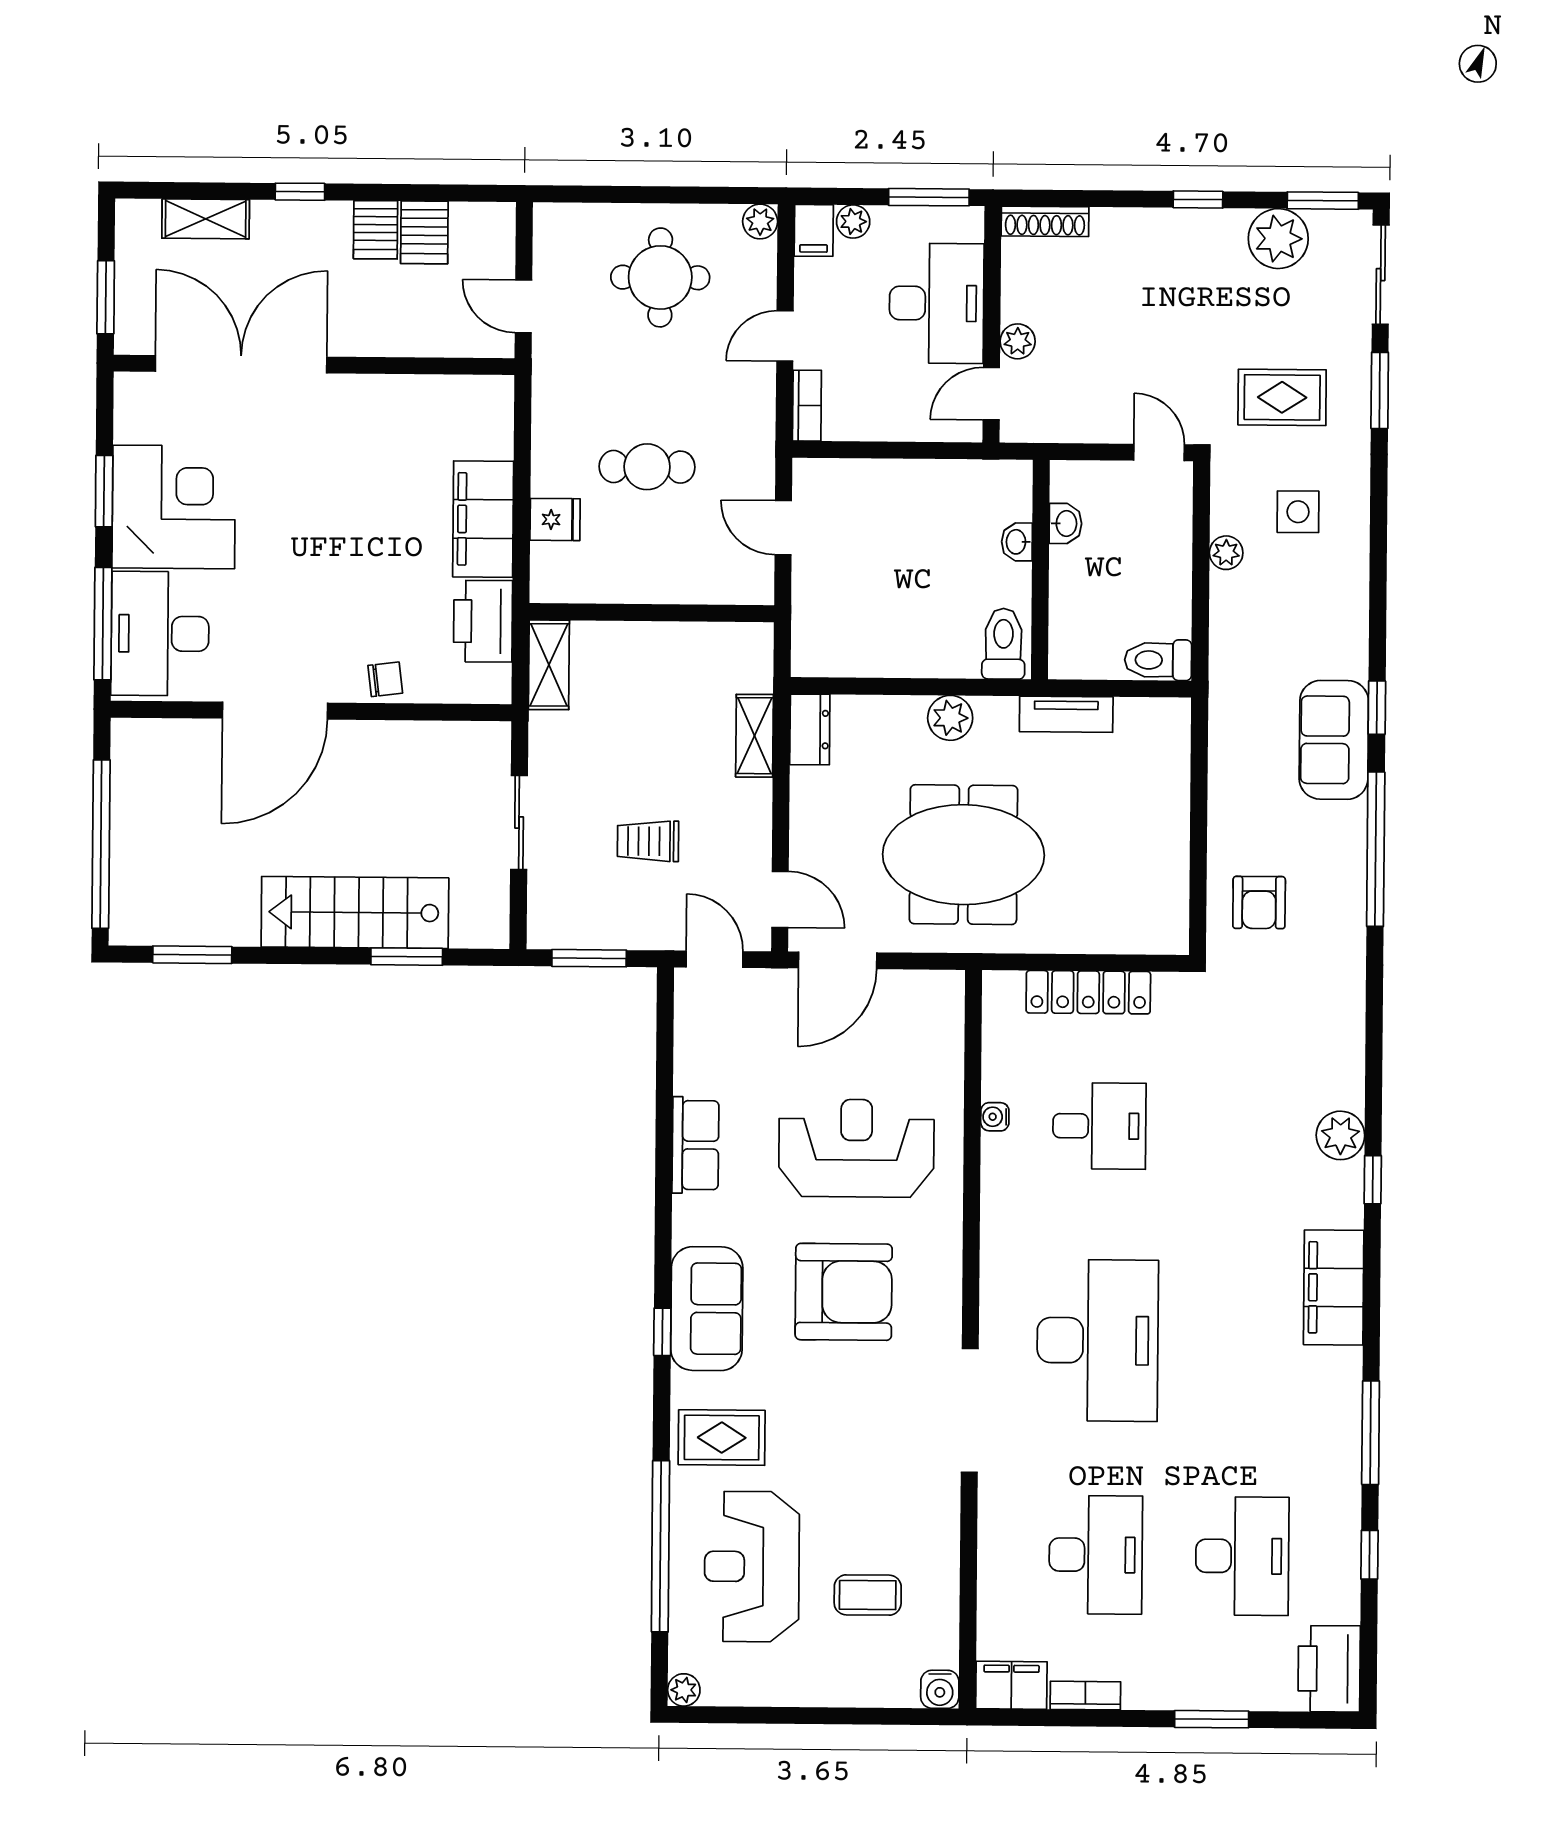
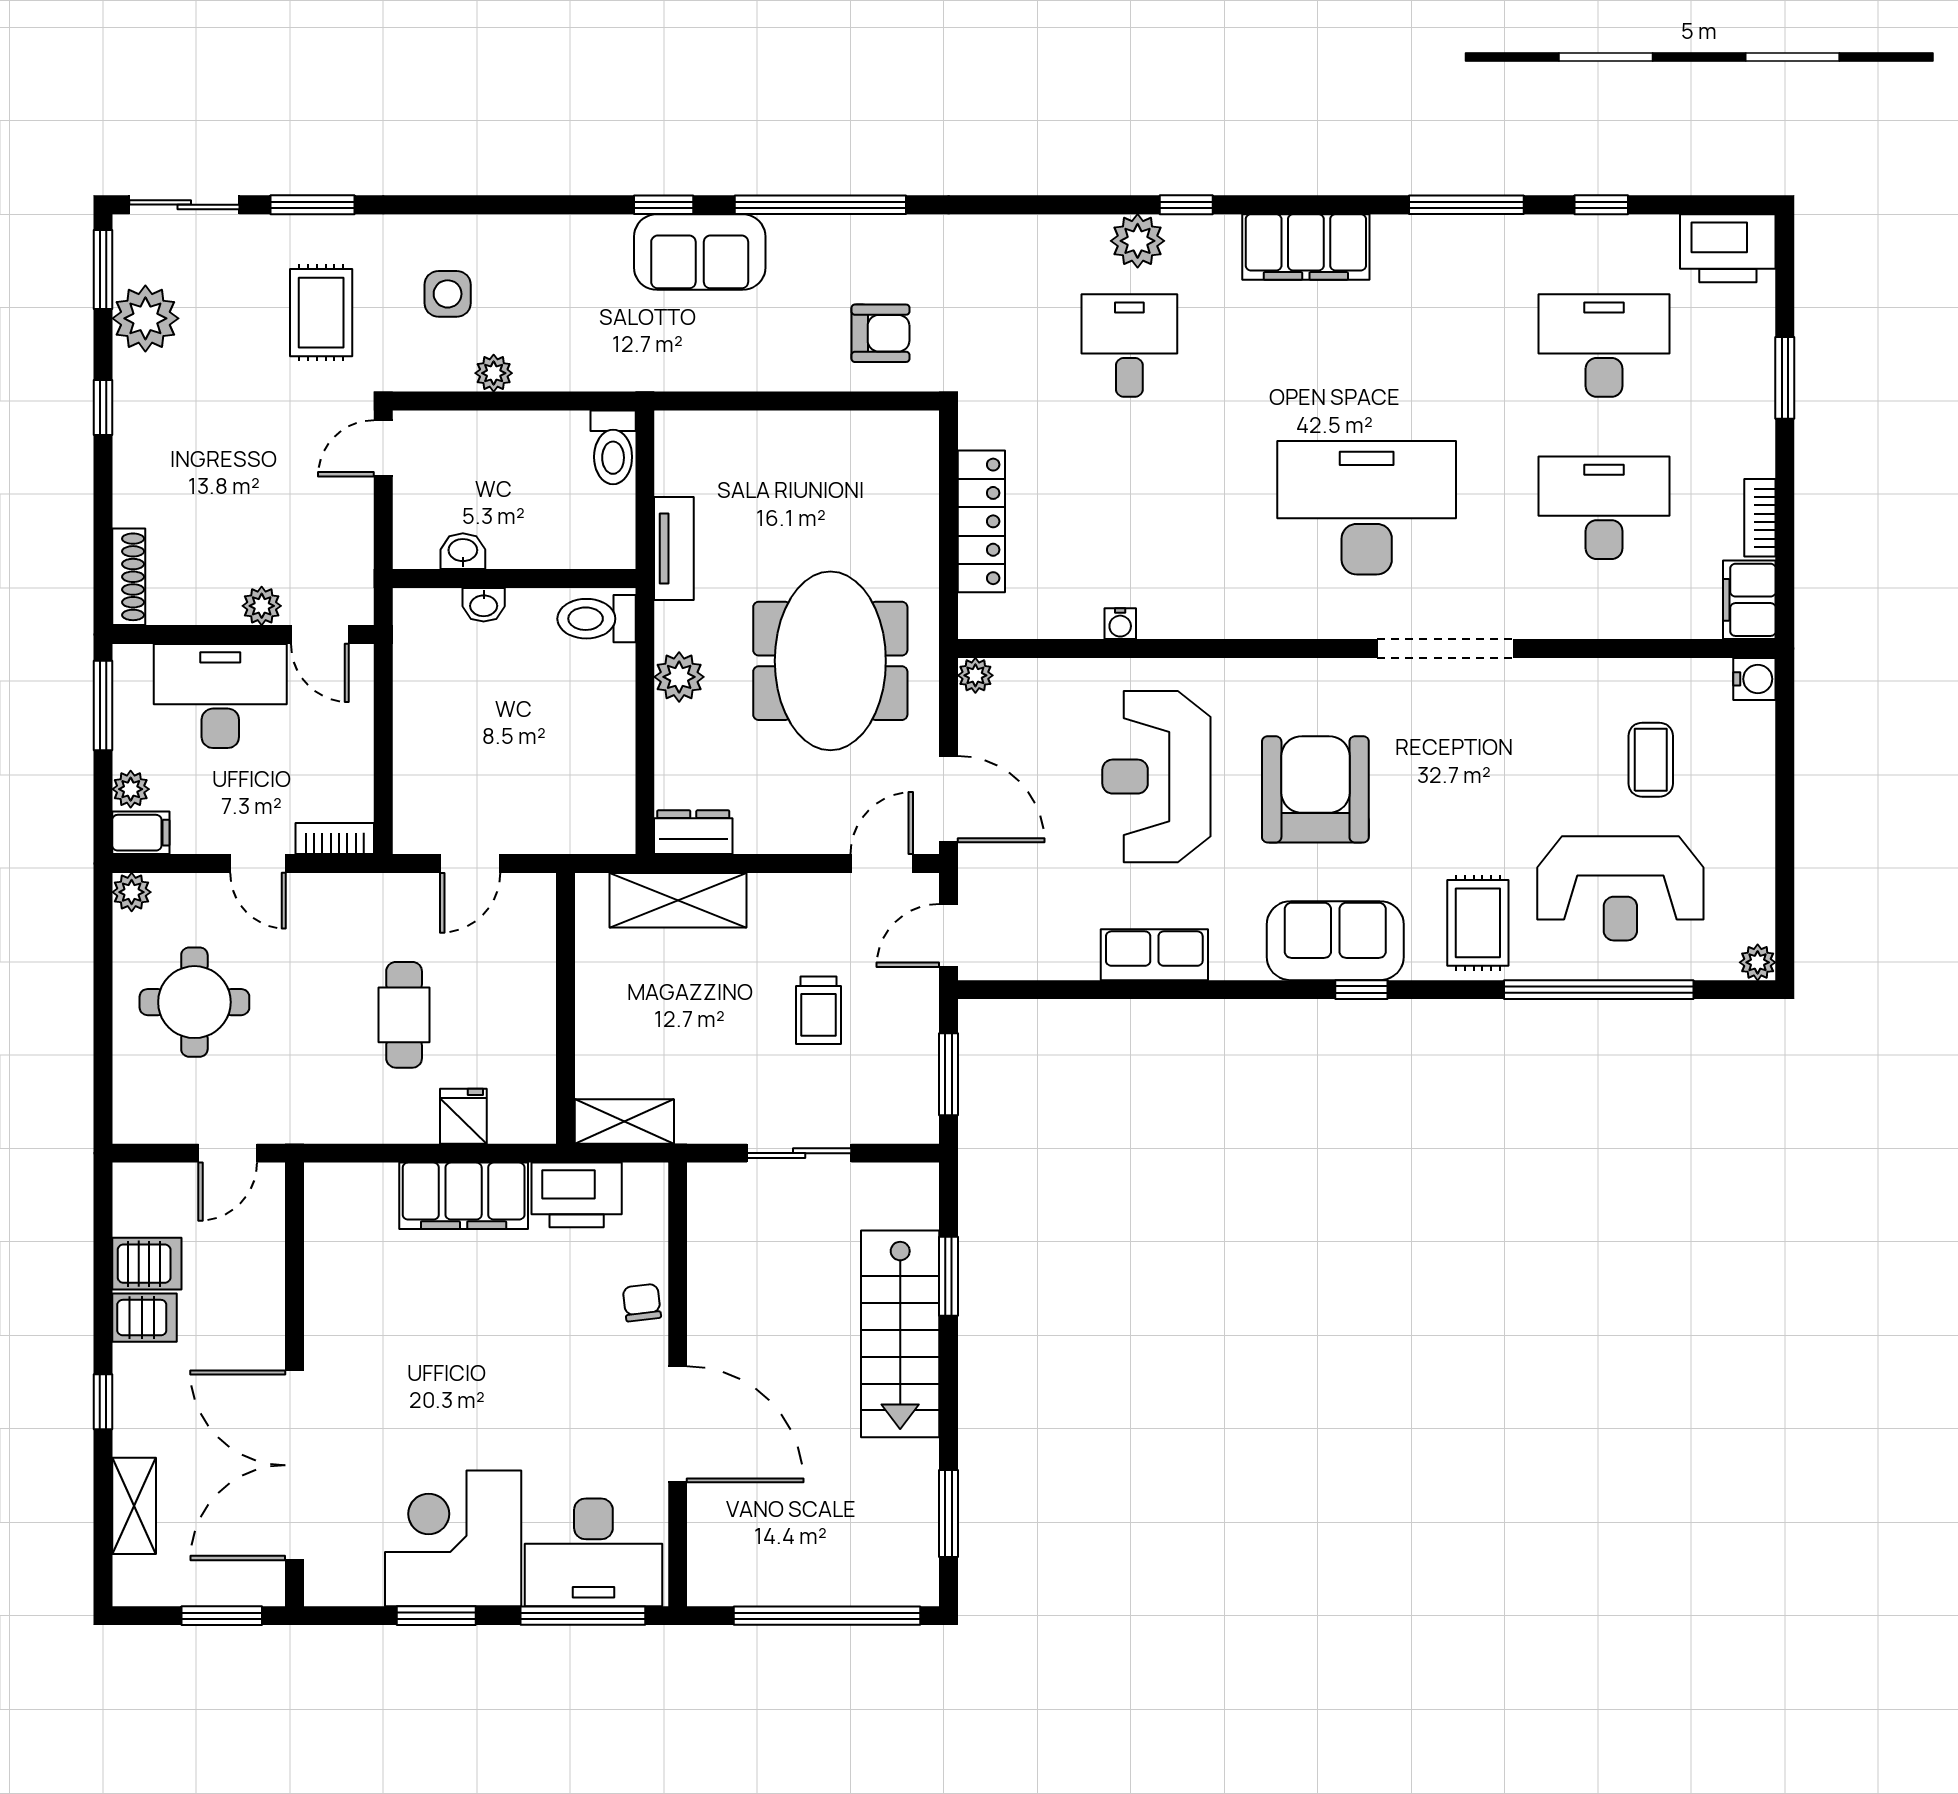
shelving: (754, 736) -> (678, 900), width x1.50, depth x1.33
plant: (949, 986) -> (975, 675), added
desk: (1099, 1126) -> (1129, 346), moved

